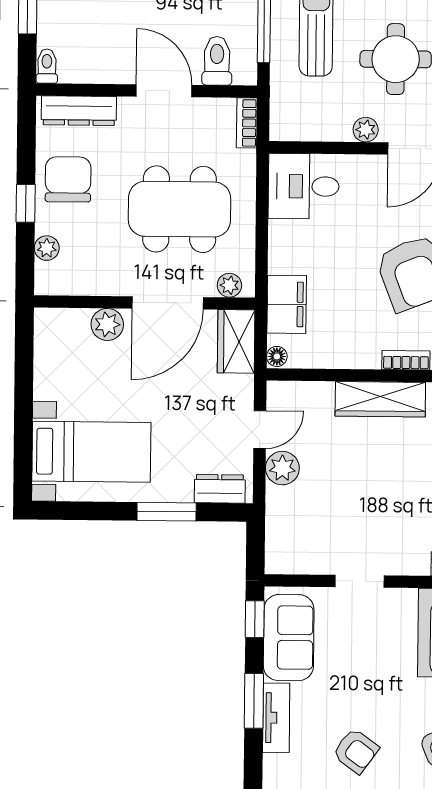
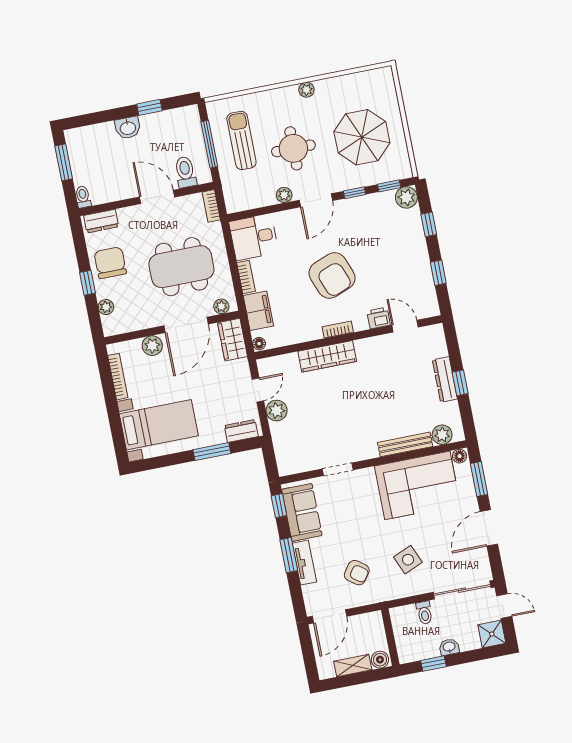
dresser: (79, 111) -> (101, 221), width x0.70
bookcase: (278, 247) -> (246, 277), added
bookcase: (43, 362) -> (118, 377), added

